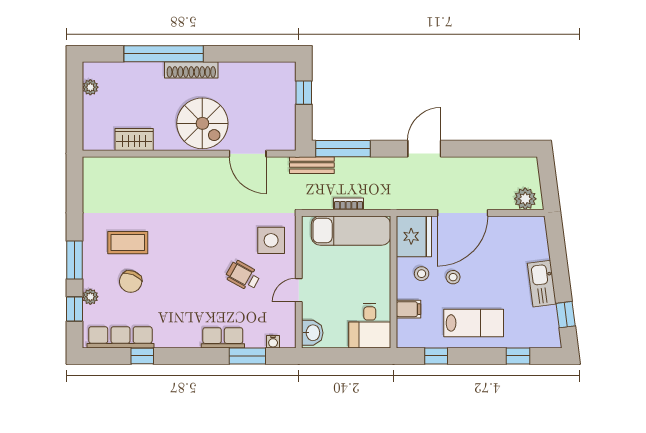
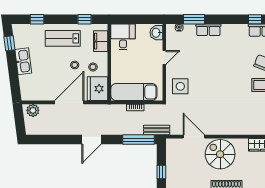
wheelchair: (243, 276) -> (197, 66), removed
filing cabinet: (409, 309) -> (101, 41), width x2.00

